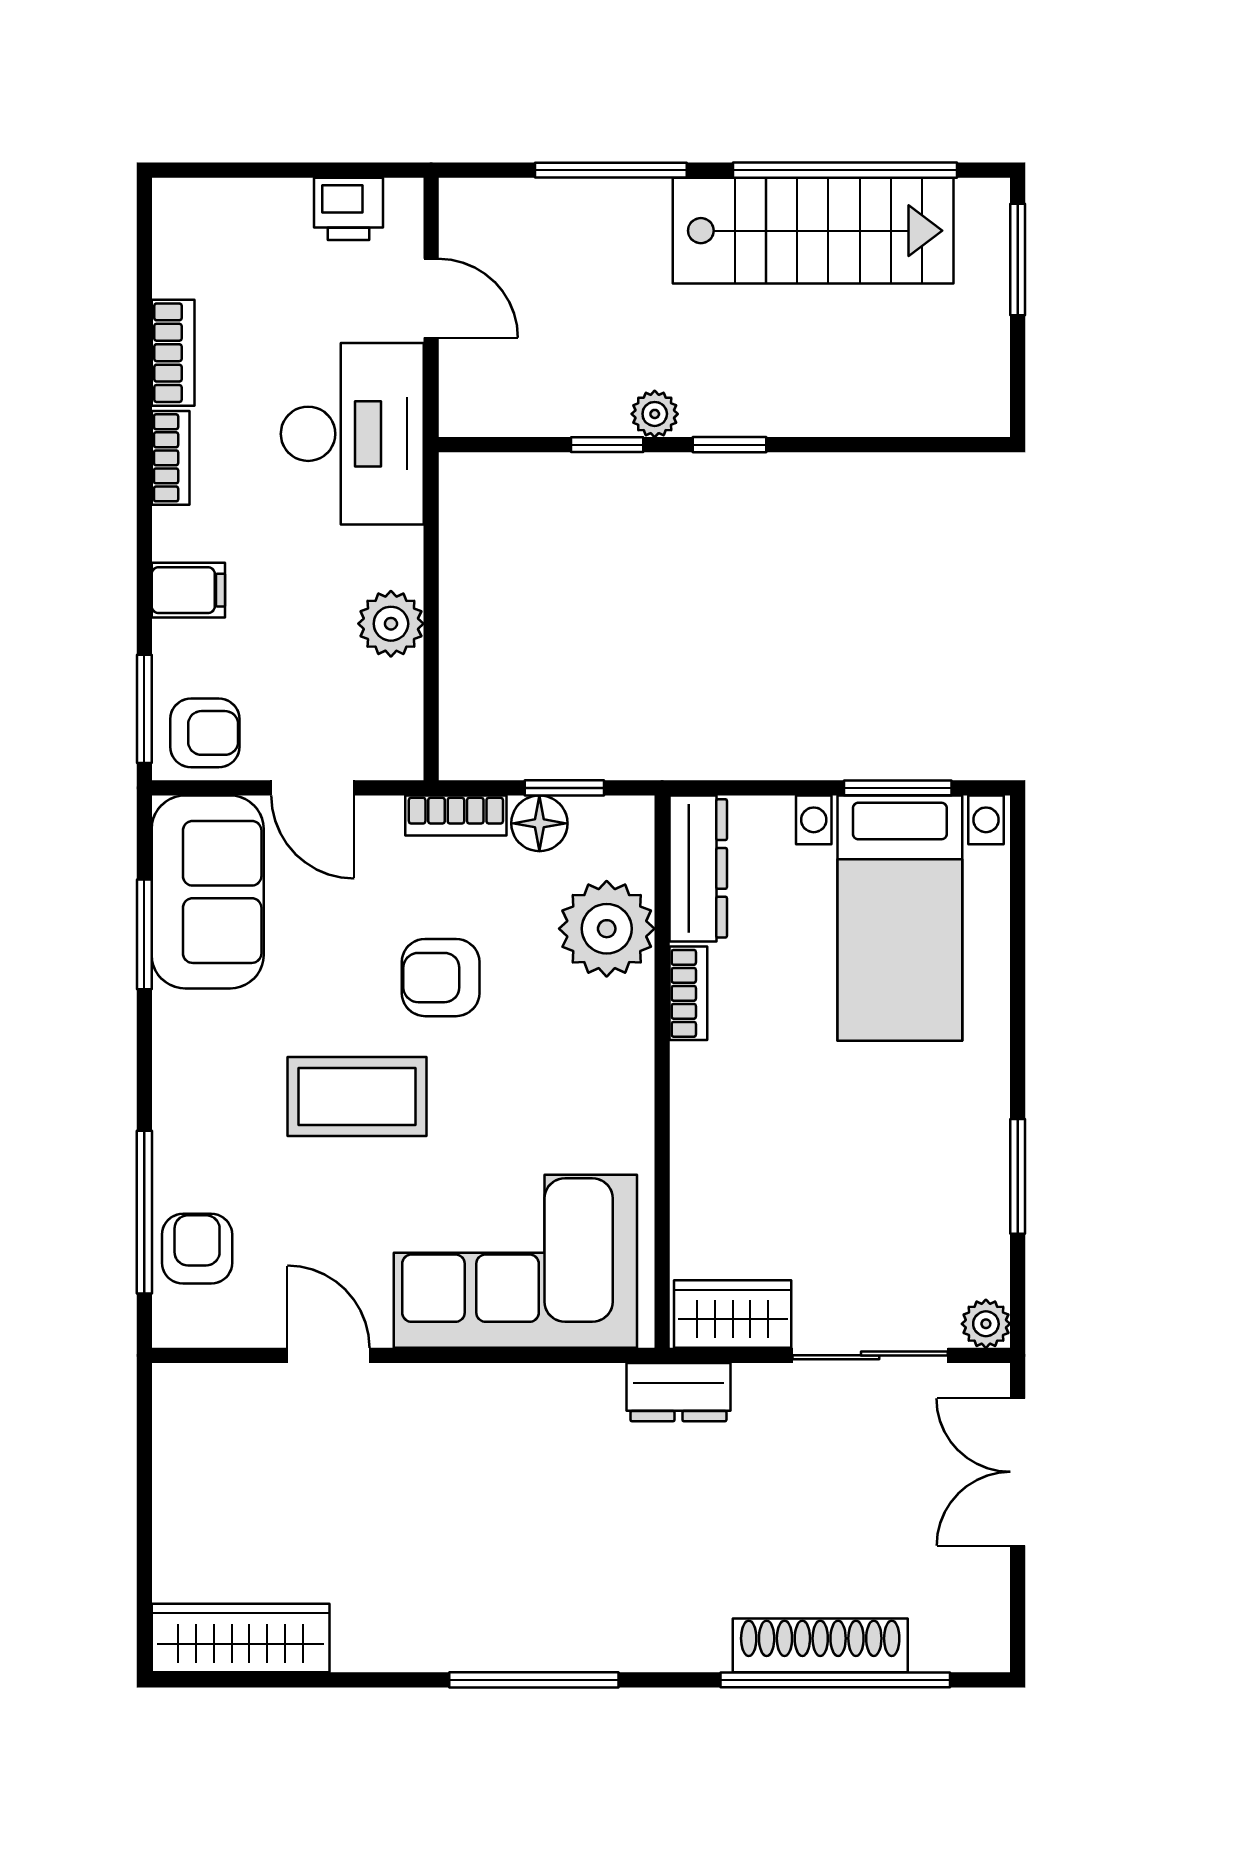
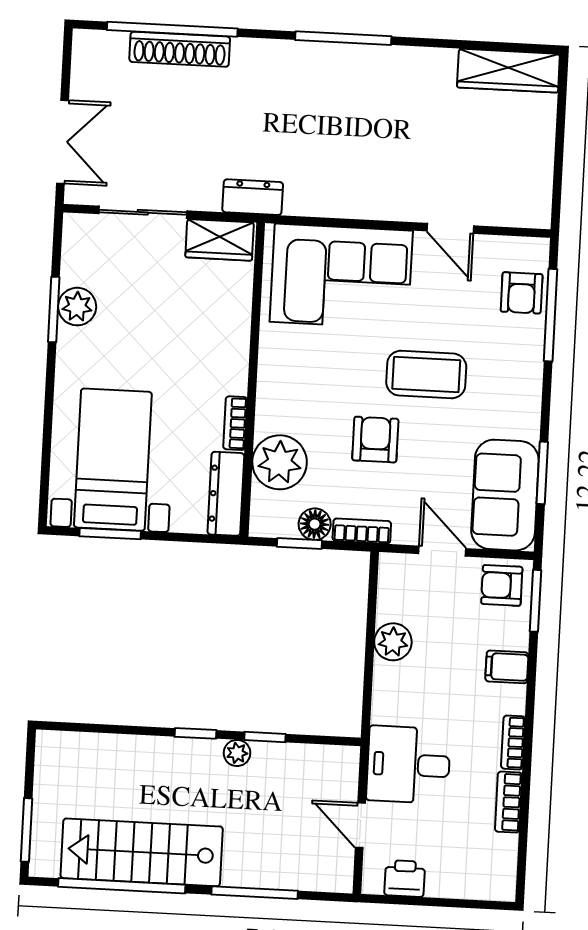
desk: (352, 434) -> (408, 765), width x0.73
armchair: (441, 978) -> (375, 440), turned -90
plant: (986, 1324) -> (77, 307), moved, width x1.38, depth x1.38

